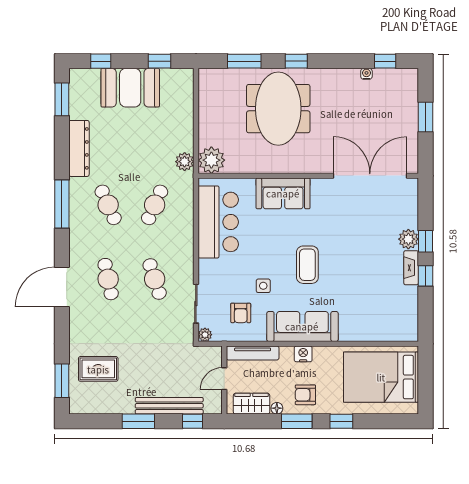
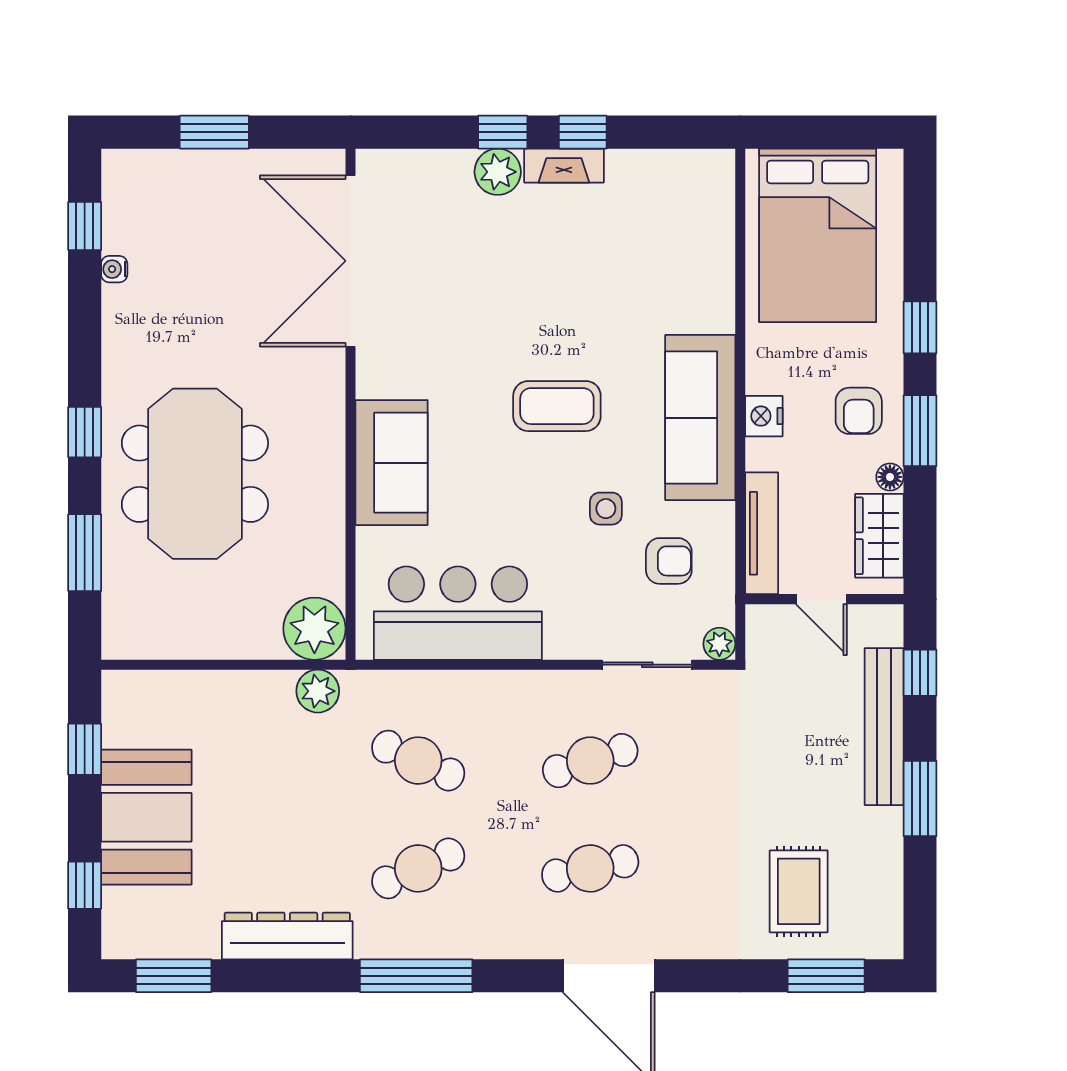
meeting table: (278, 109) -> (195, 474), turned 90

